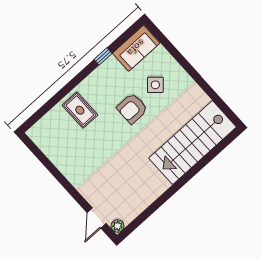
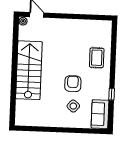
rug: (80, 110) -> (97, 58), turned 90
stairs: (193, 143) -> (29, 70), moved

